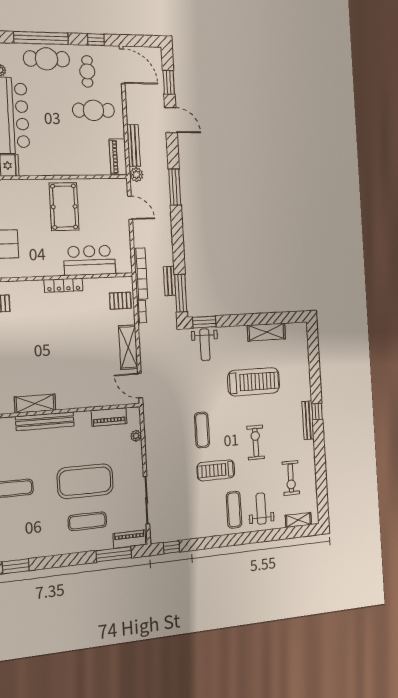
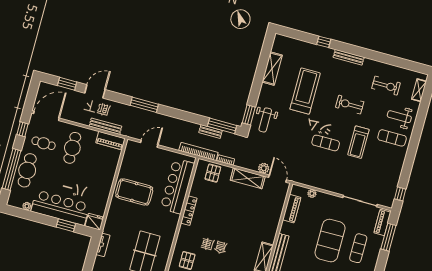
plant: (136, 175) -> (264, 168), moved
bar counter: (90, 260) -> (177, 186), width x1.36
weight bench: (205, 345) -> (265, 120), turned 90
door: (140, 385) -> (278, 179), swing flipped
window: (317, 412) -> (324, 42), moved

